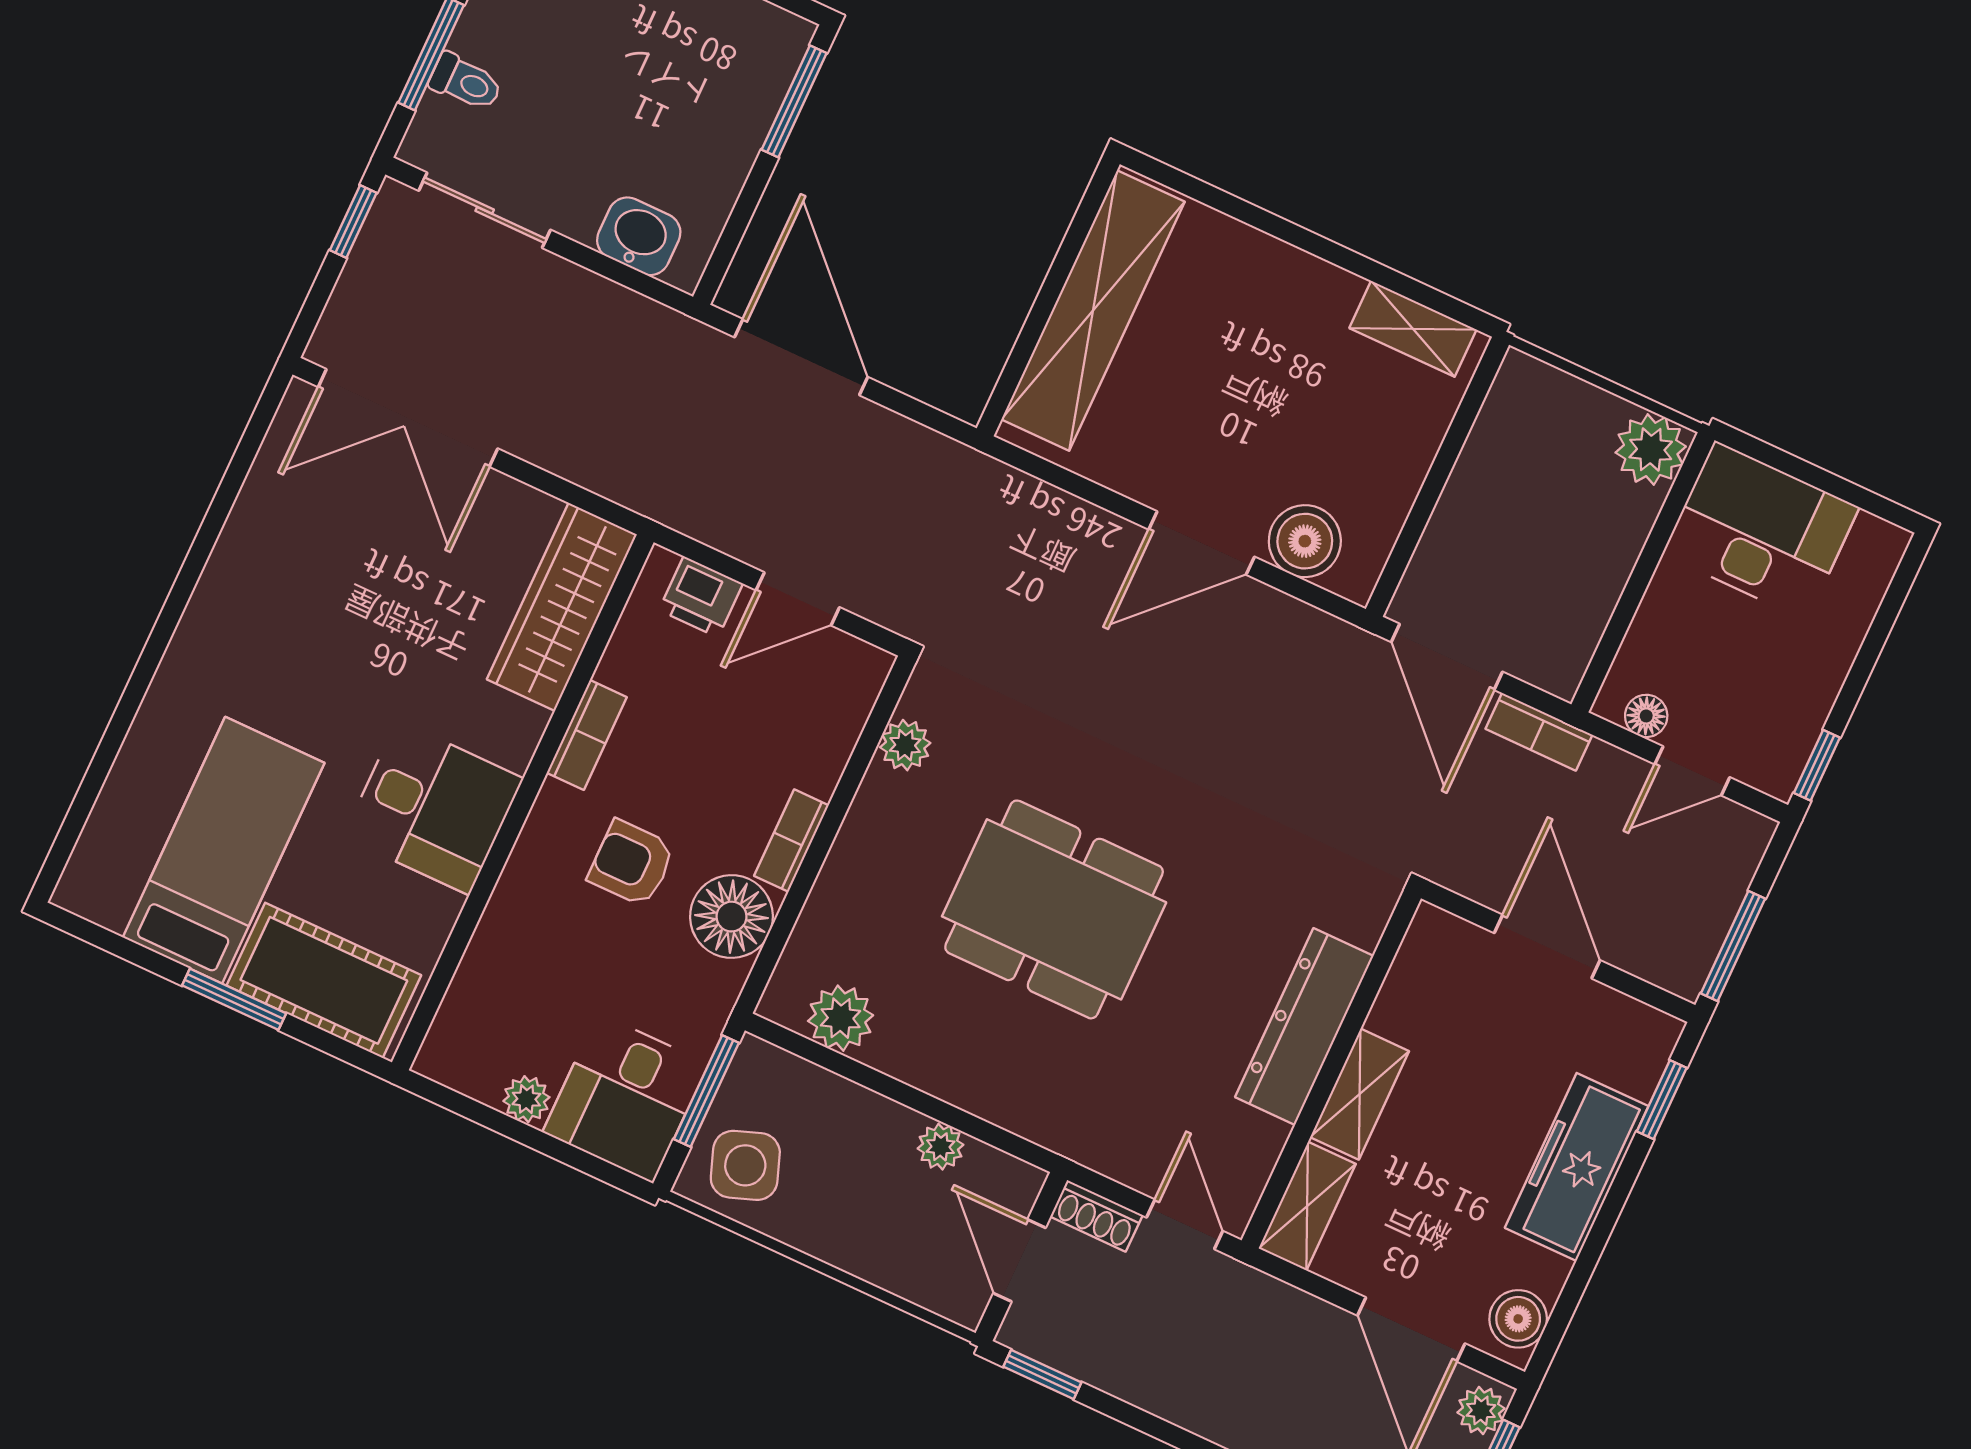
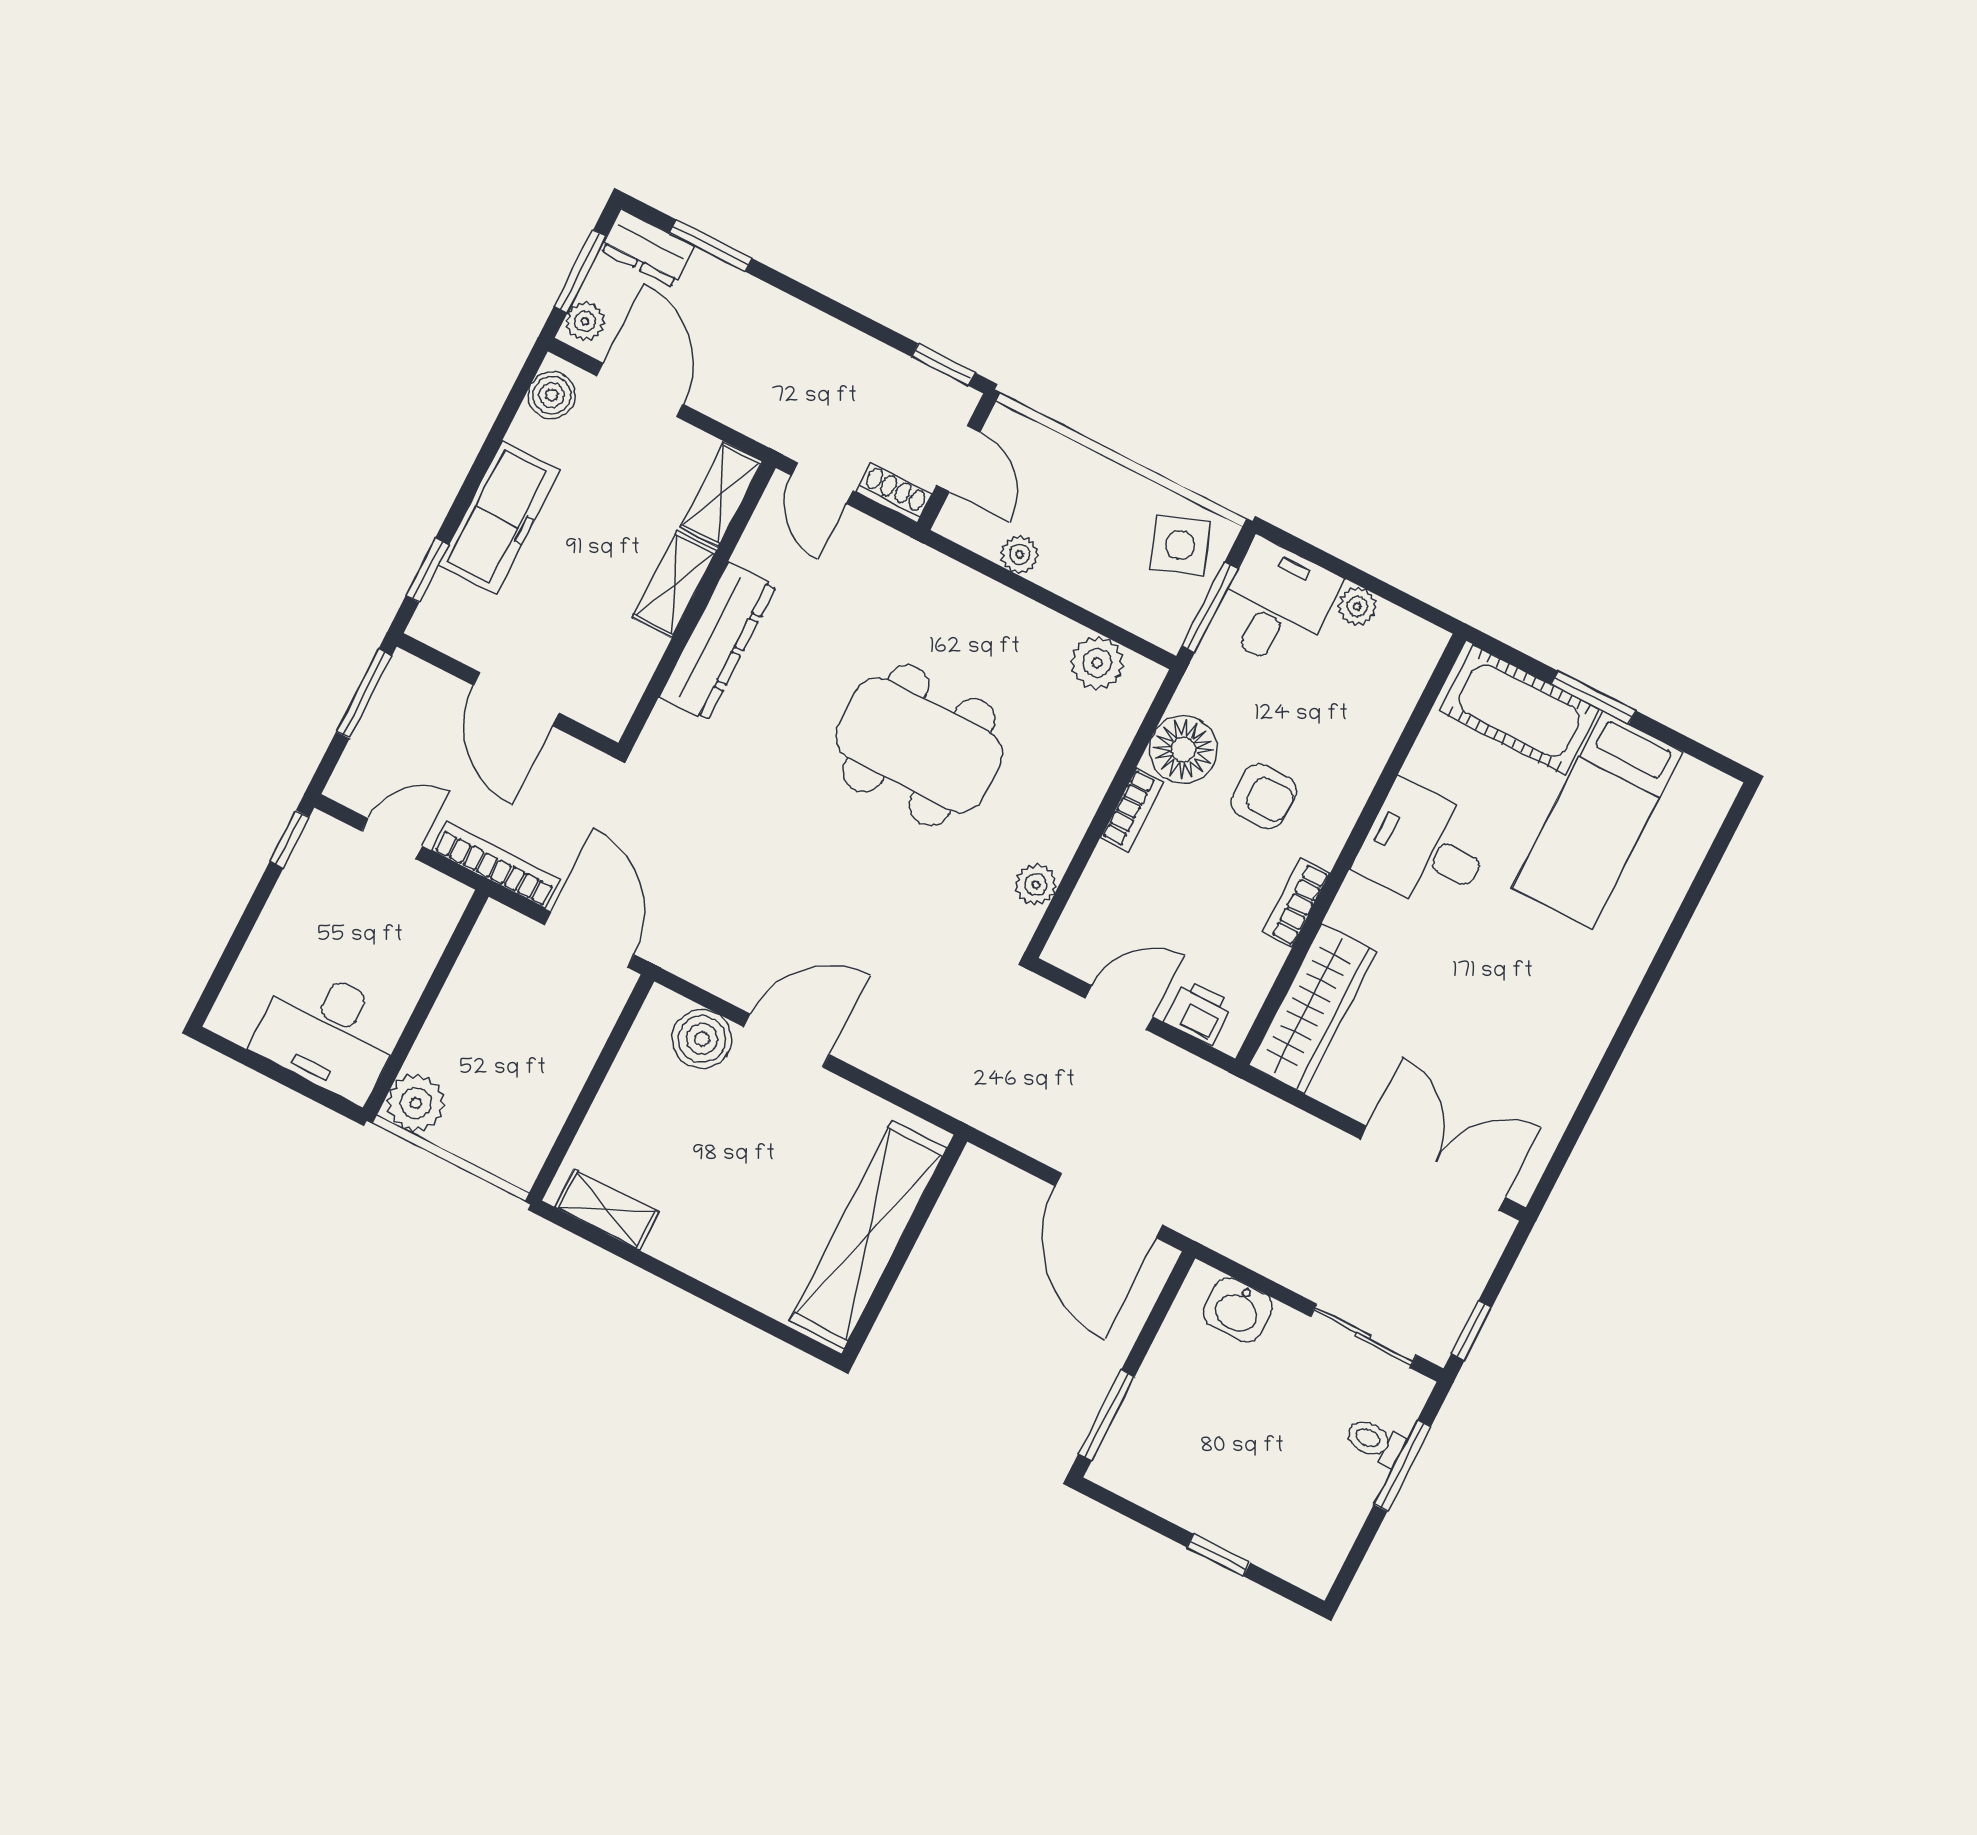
floor lamp: (1646, 716) -> (428, 885), removed
bookcase: (1539, 732) -> (496, 865), width x1.56

